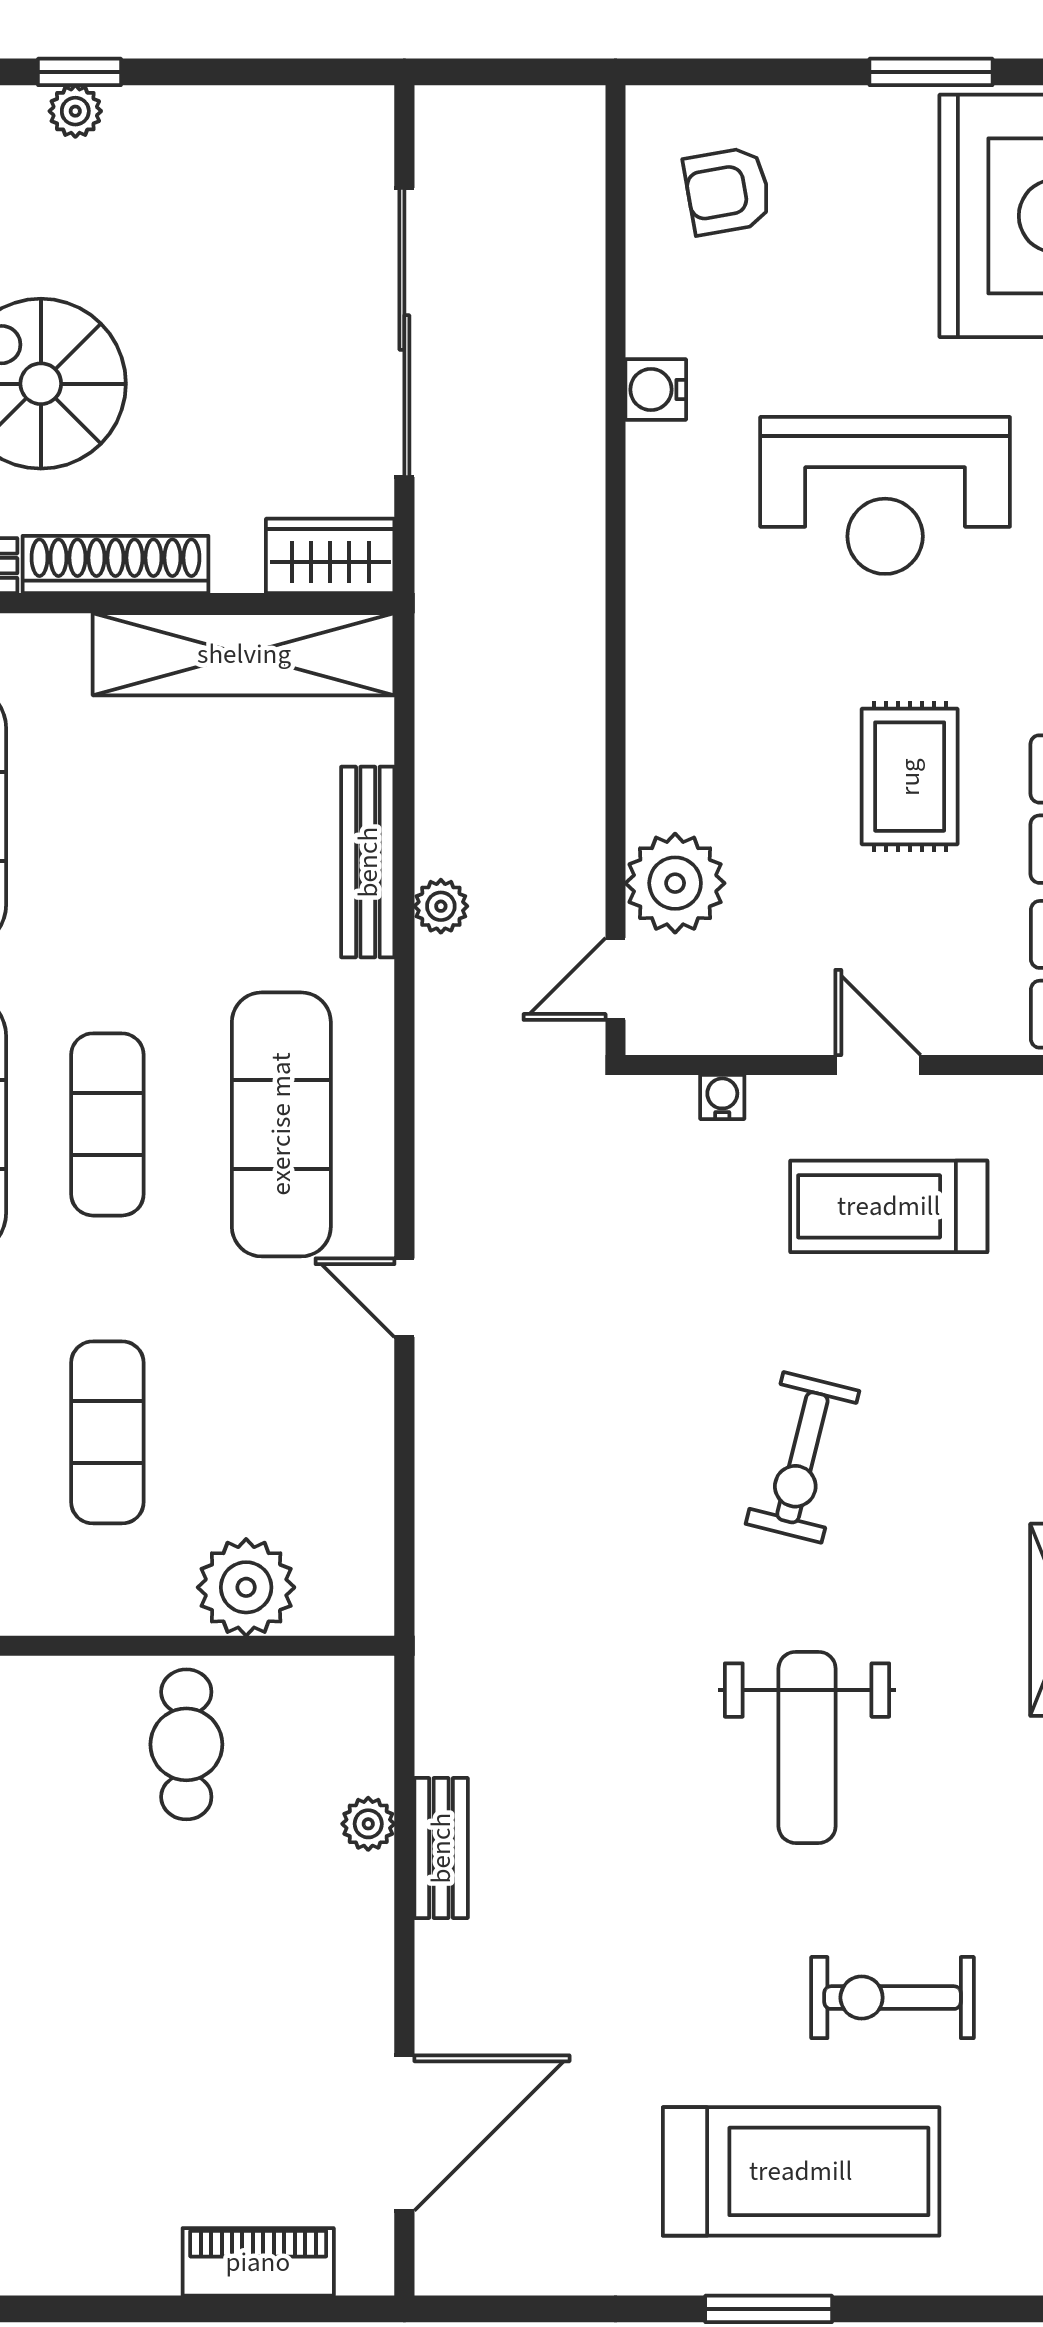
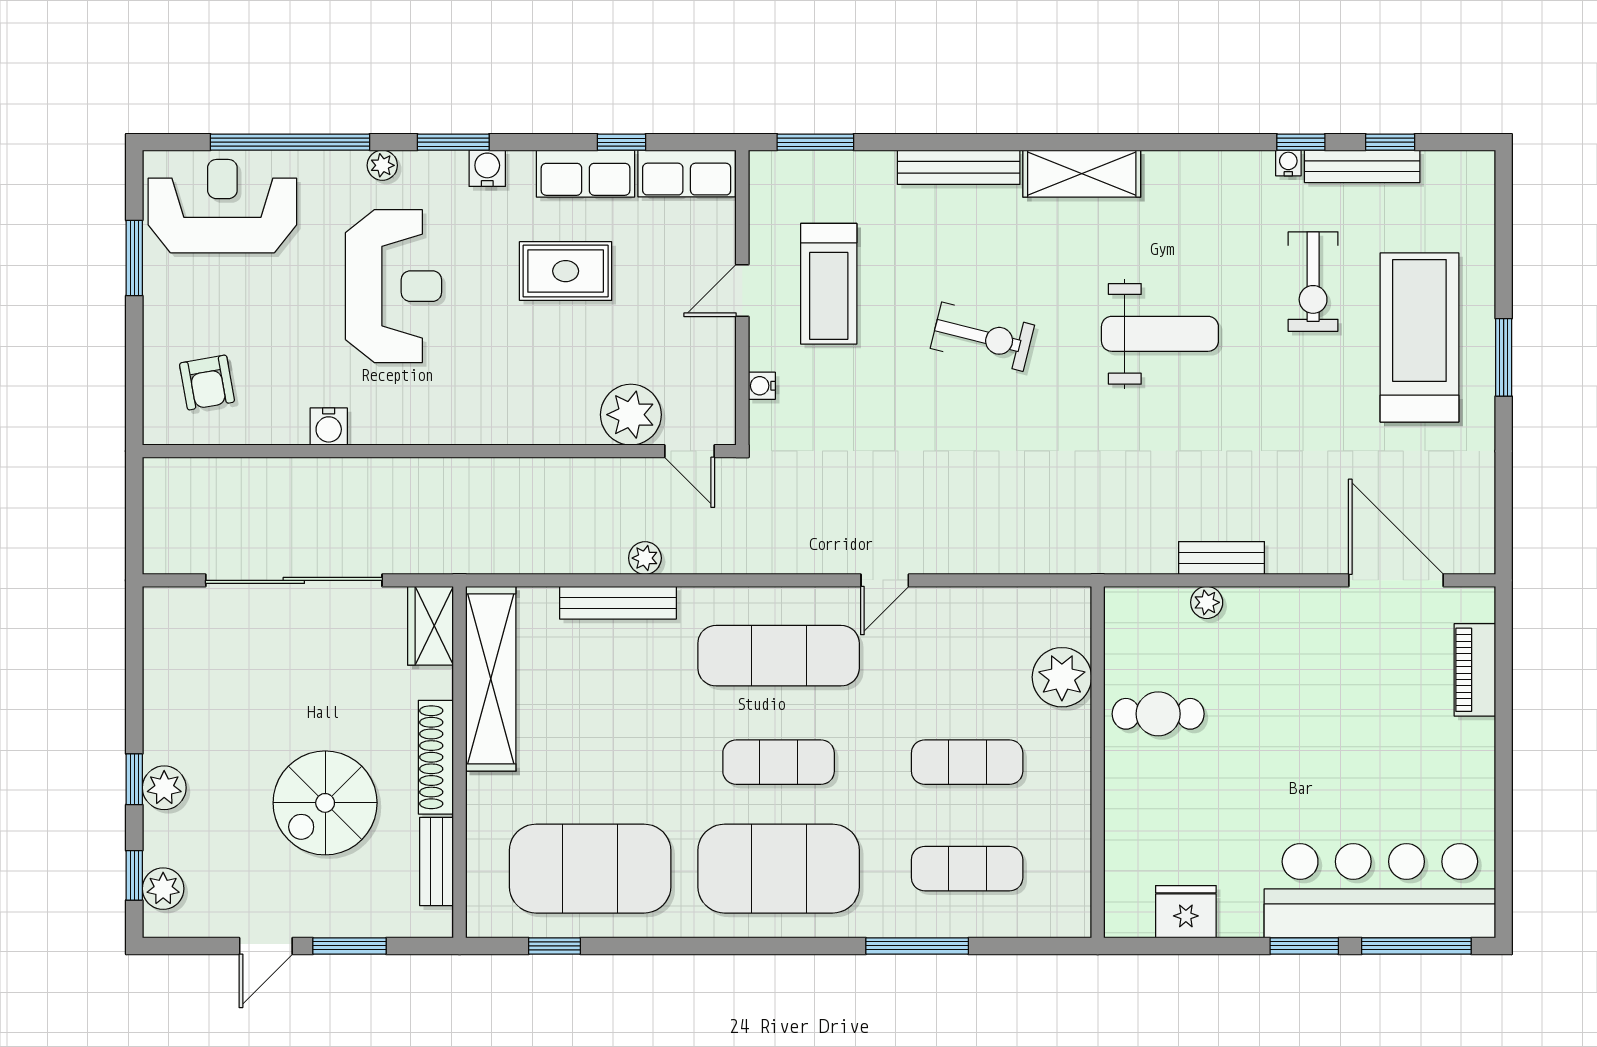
plant: (75, 111) -> (164, 788), width x1.38, depth x1.38

